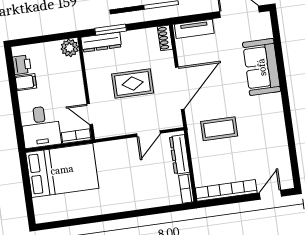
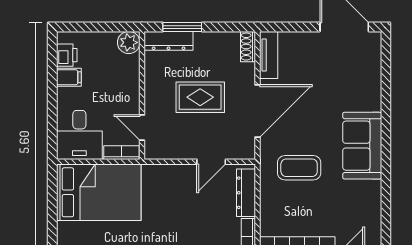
tv unit: (194, 29) -> (269, 55), moved, turned -90
sofa: (262, 67) -> (362, 146), moved

